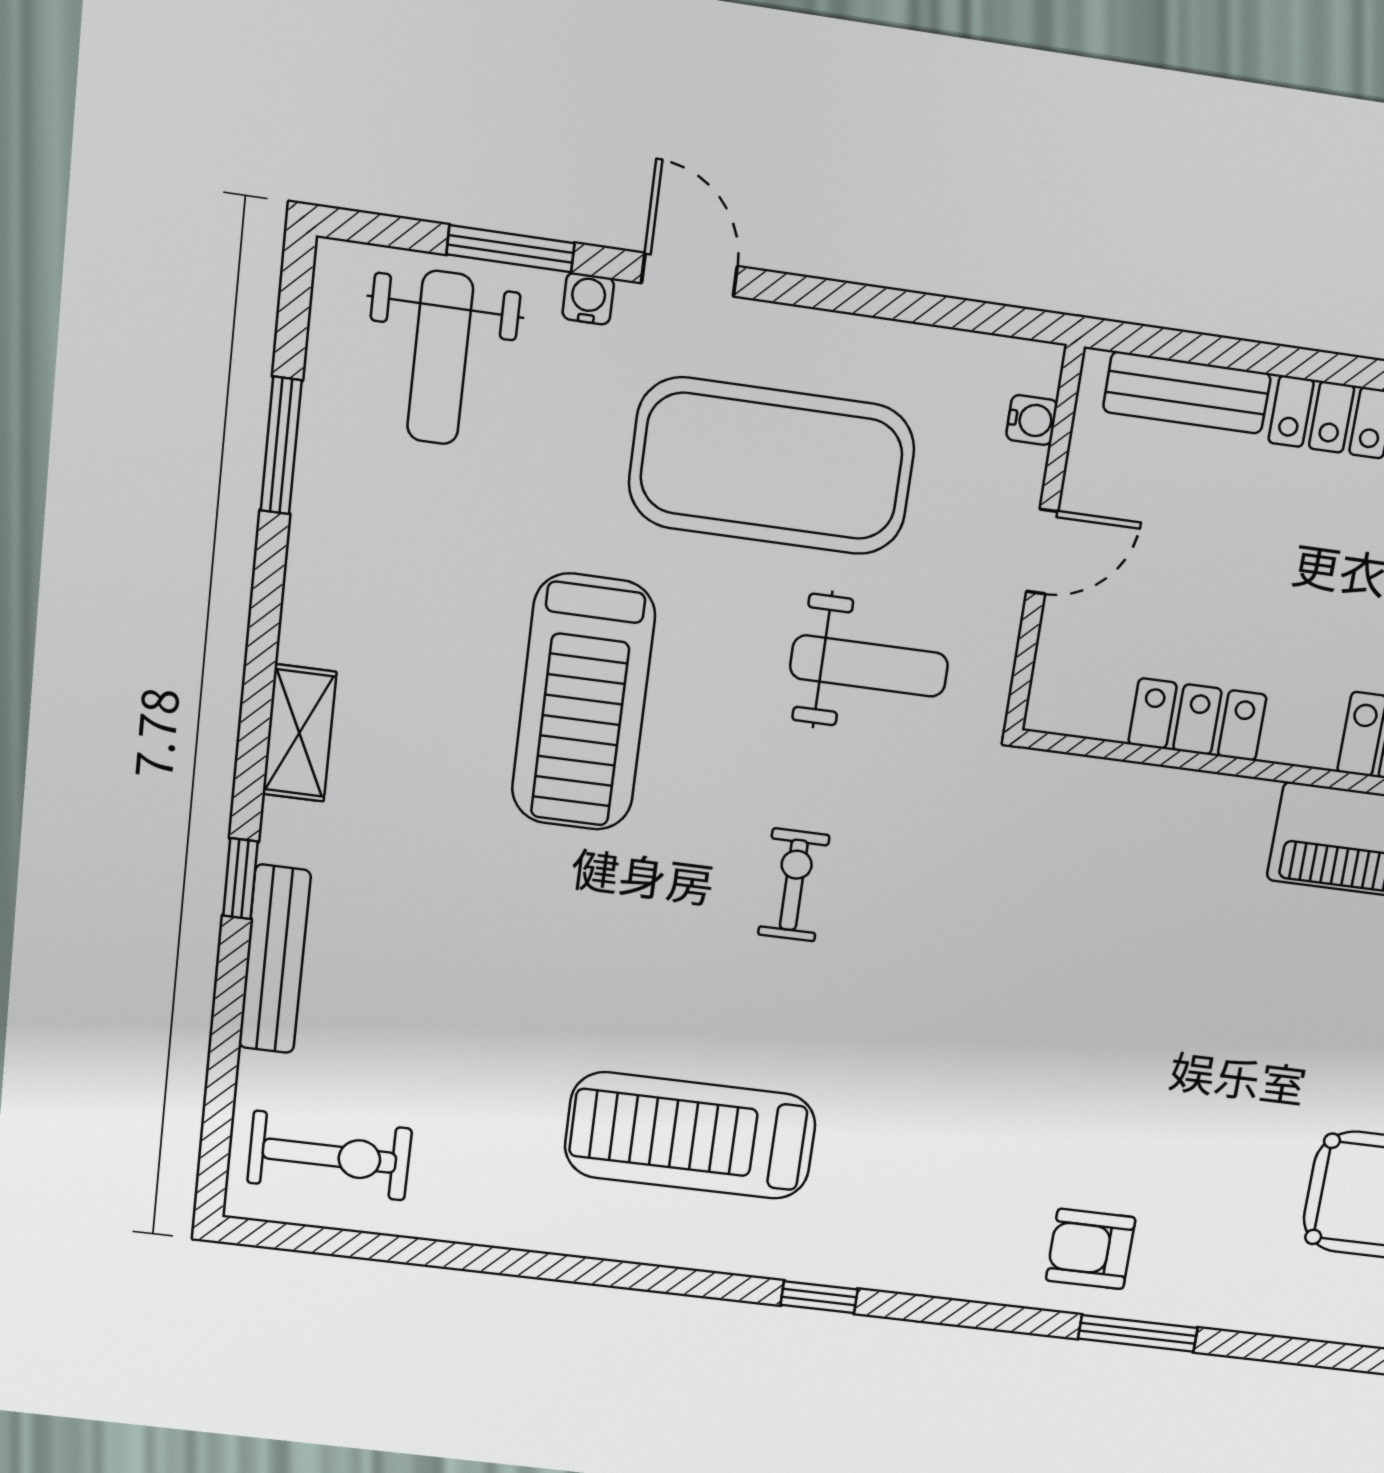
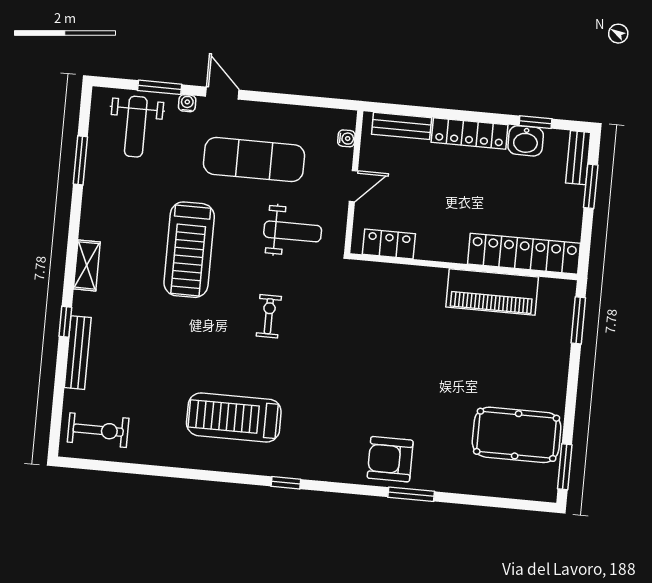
exercise mat: (772, 466) -> (254, 160), width x0.68
locker: (1197, 720) -> (389, 244), moved
armchair: (1091, 1249) -> (390, 459), width x1.38, depth x1.38

